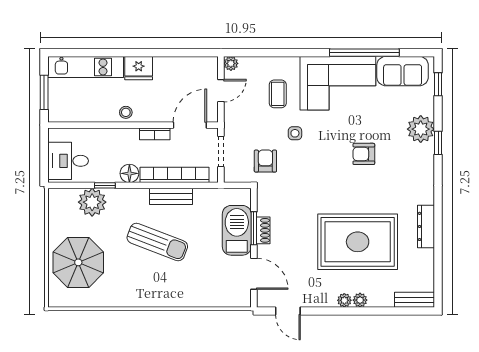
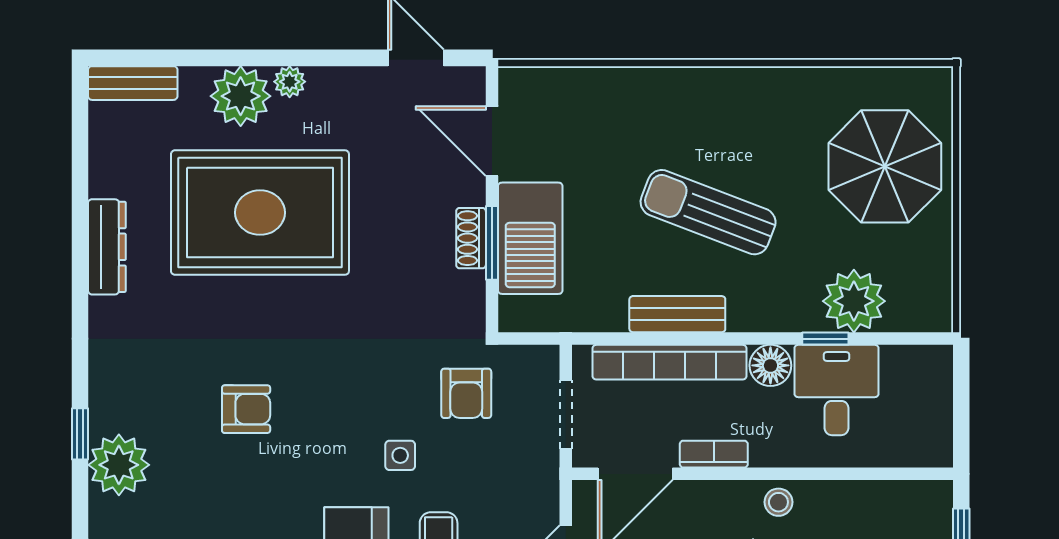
desk: (68, 161) -> (836, 390), moved, turned -90
plant: (360, 300) -> (241, 96), width x1.88, depth x1.88

